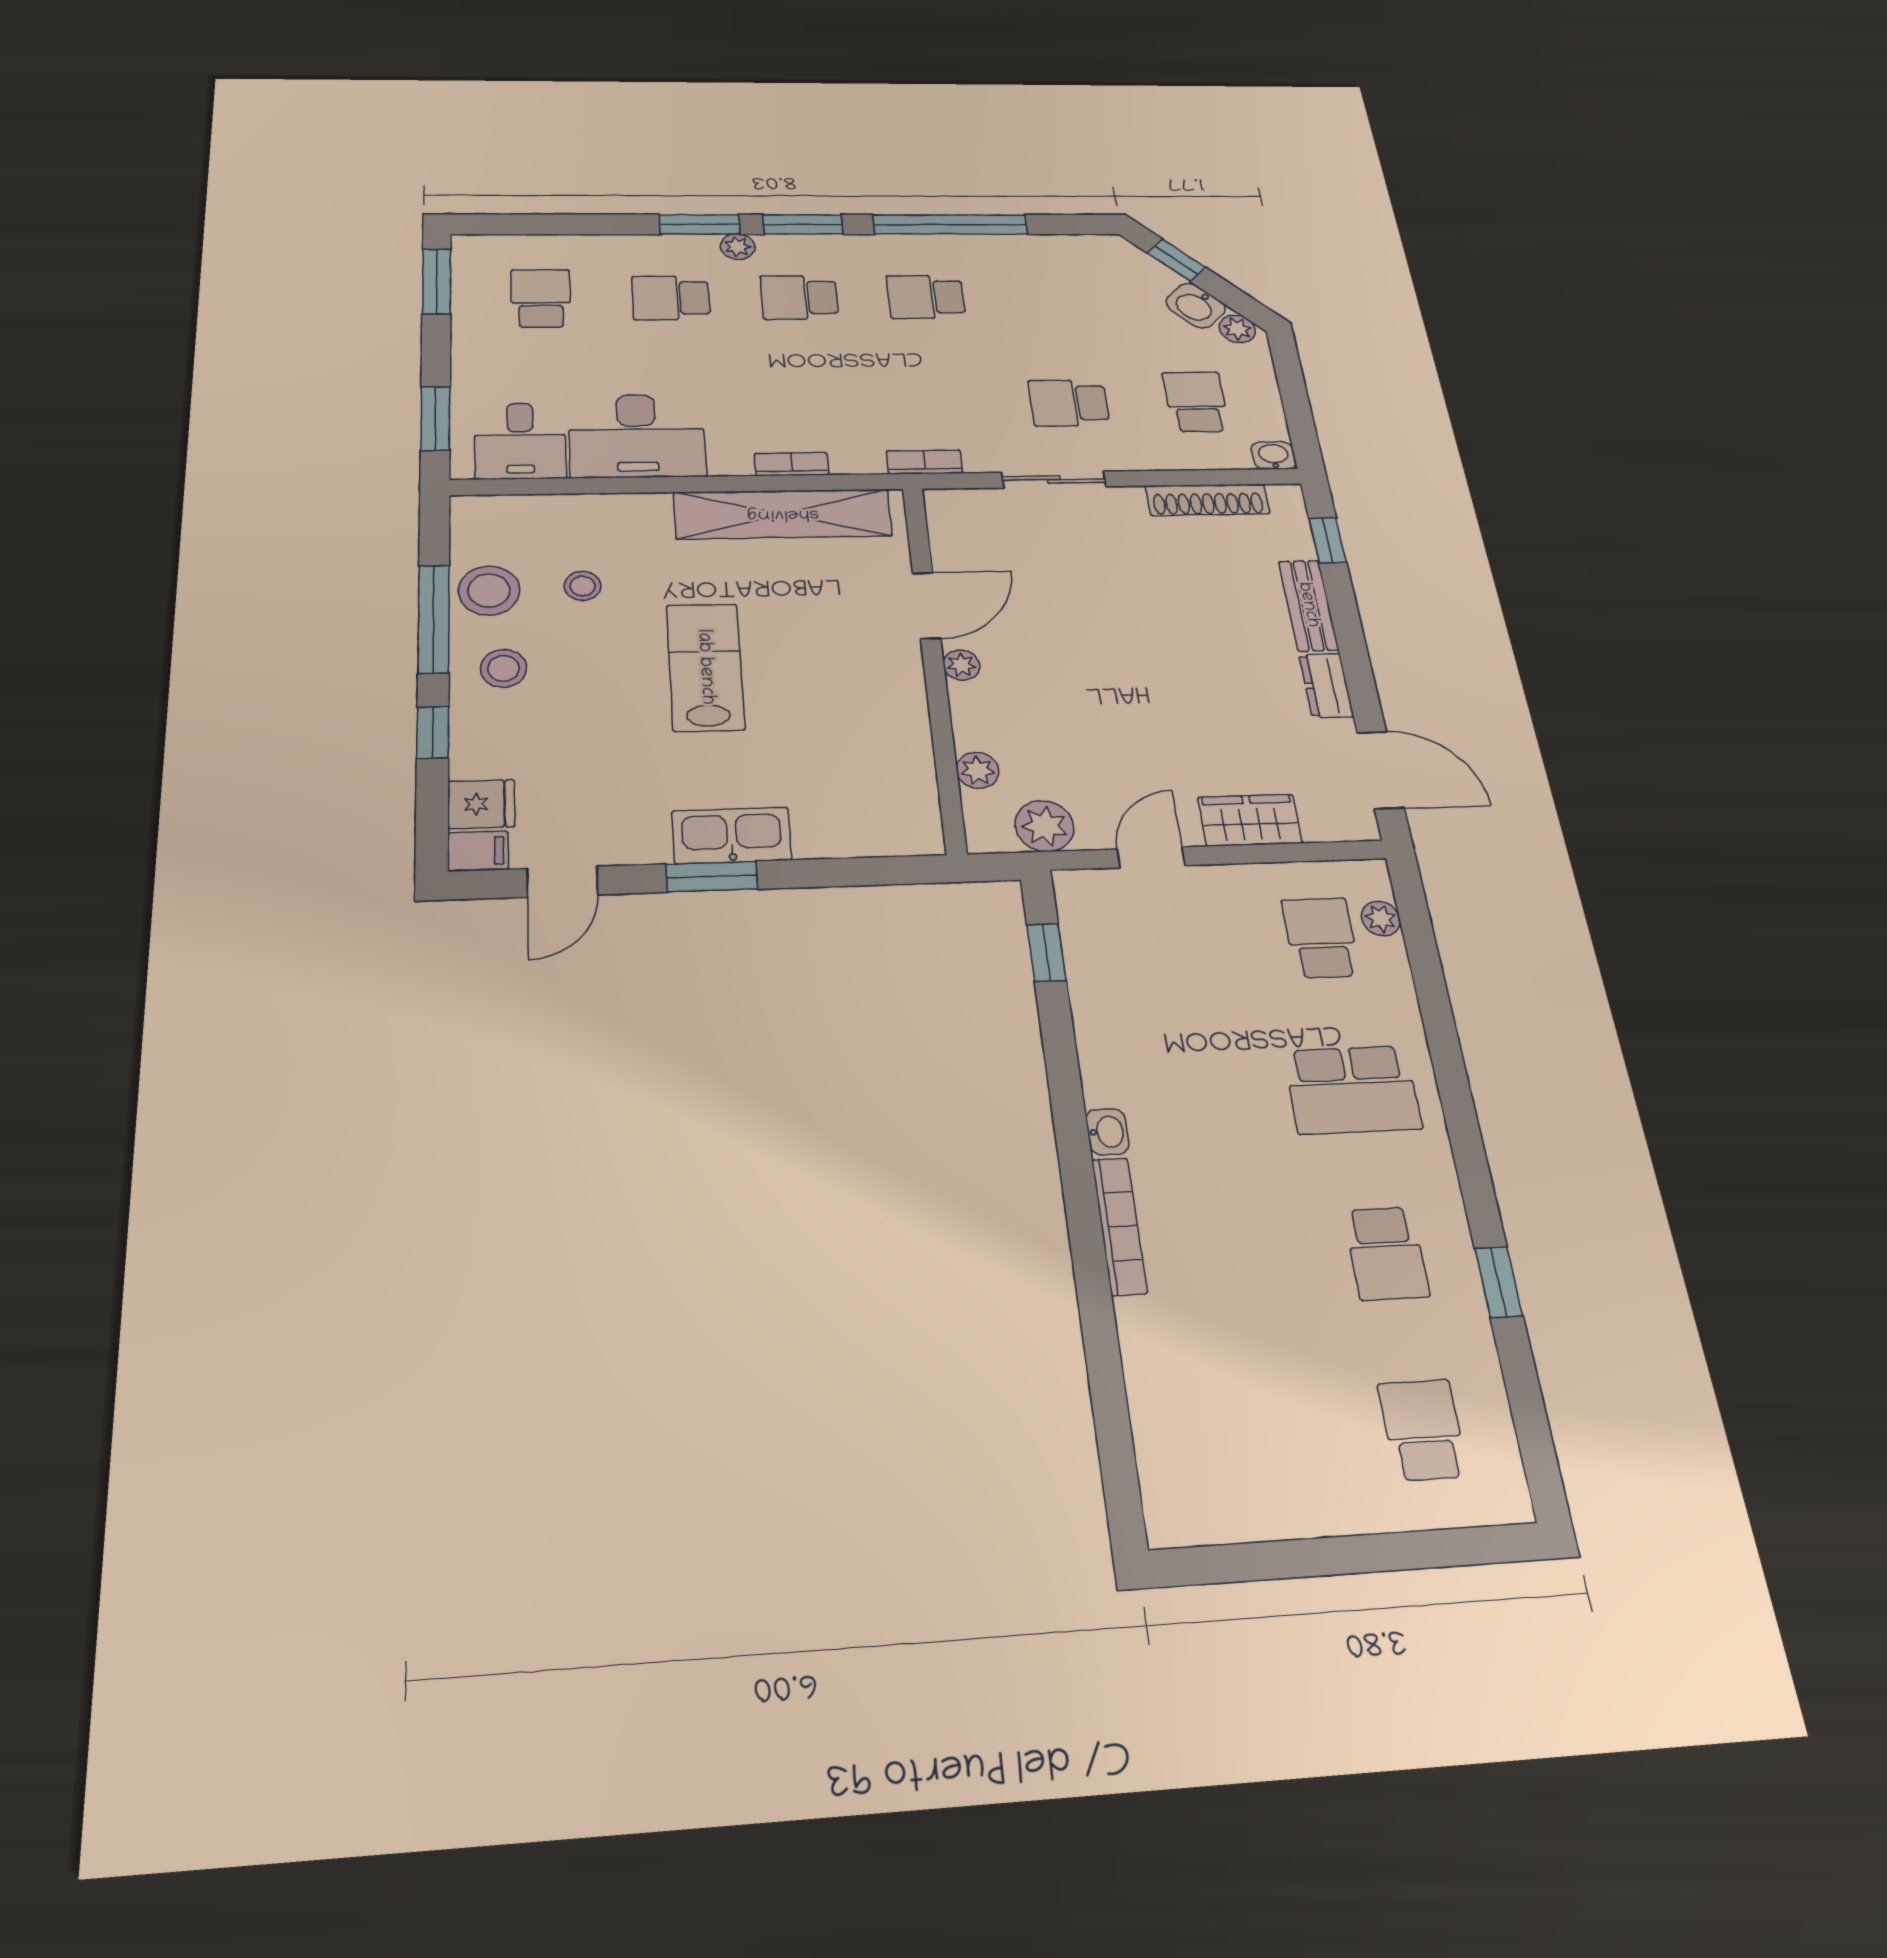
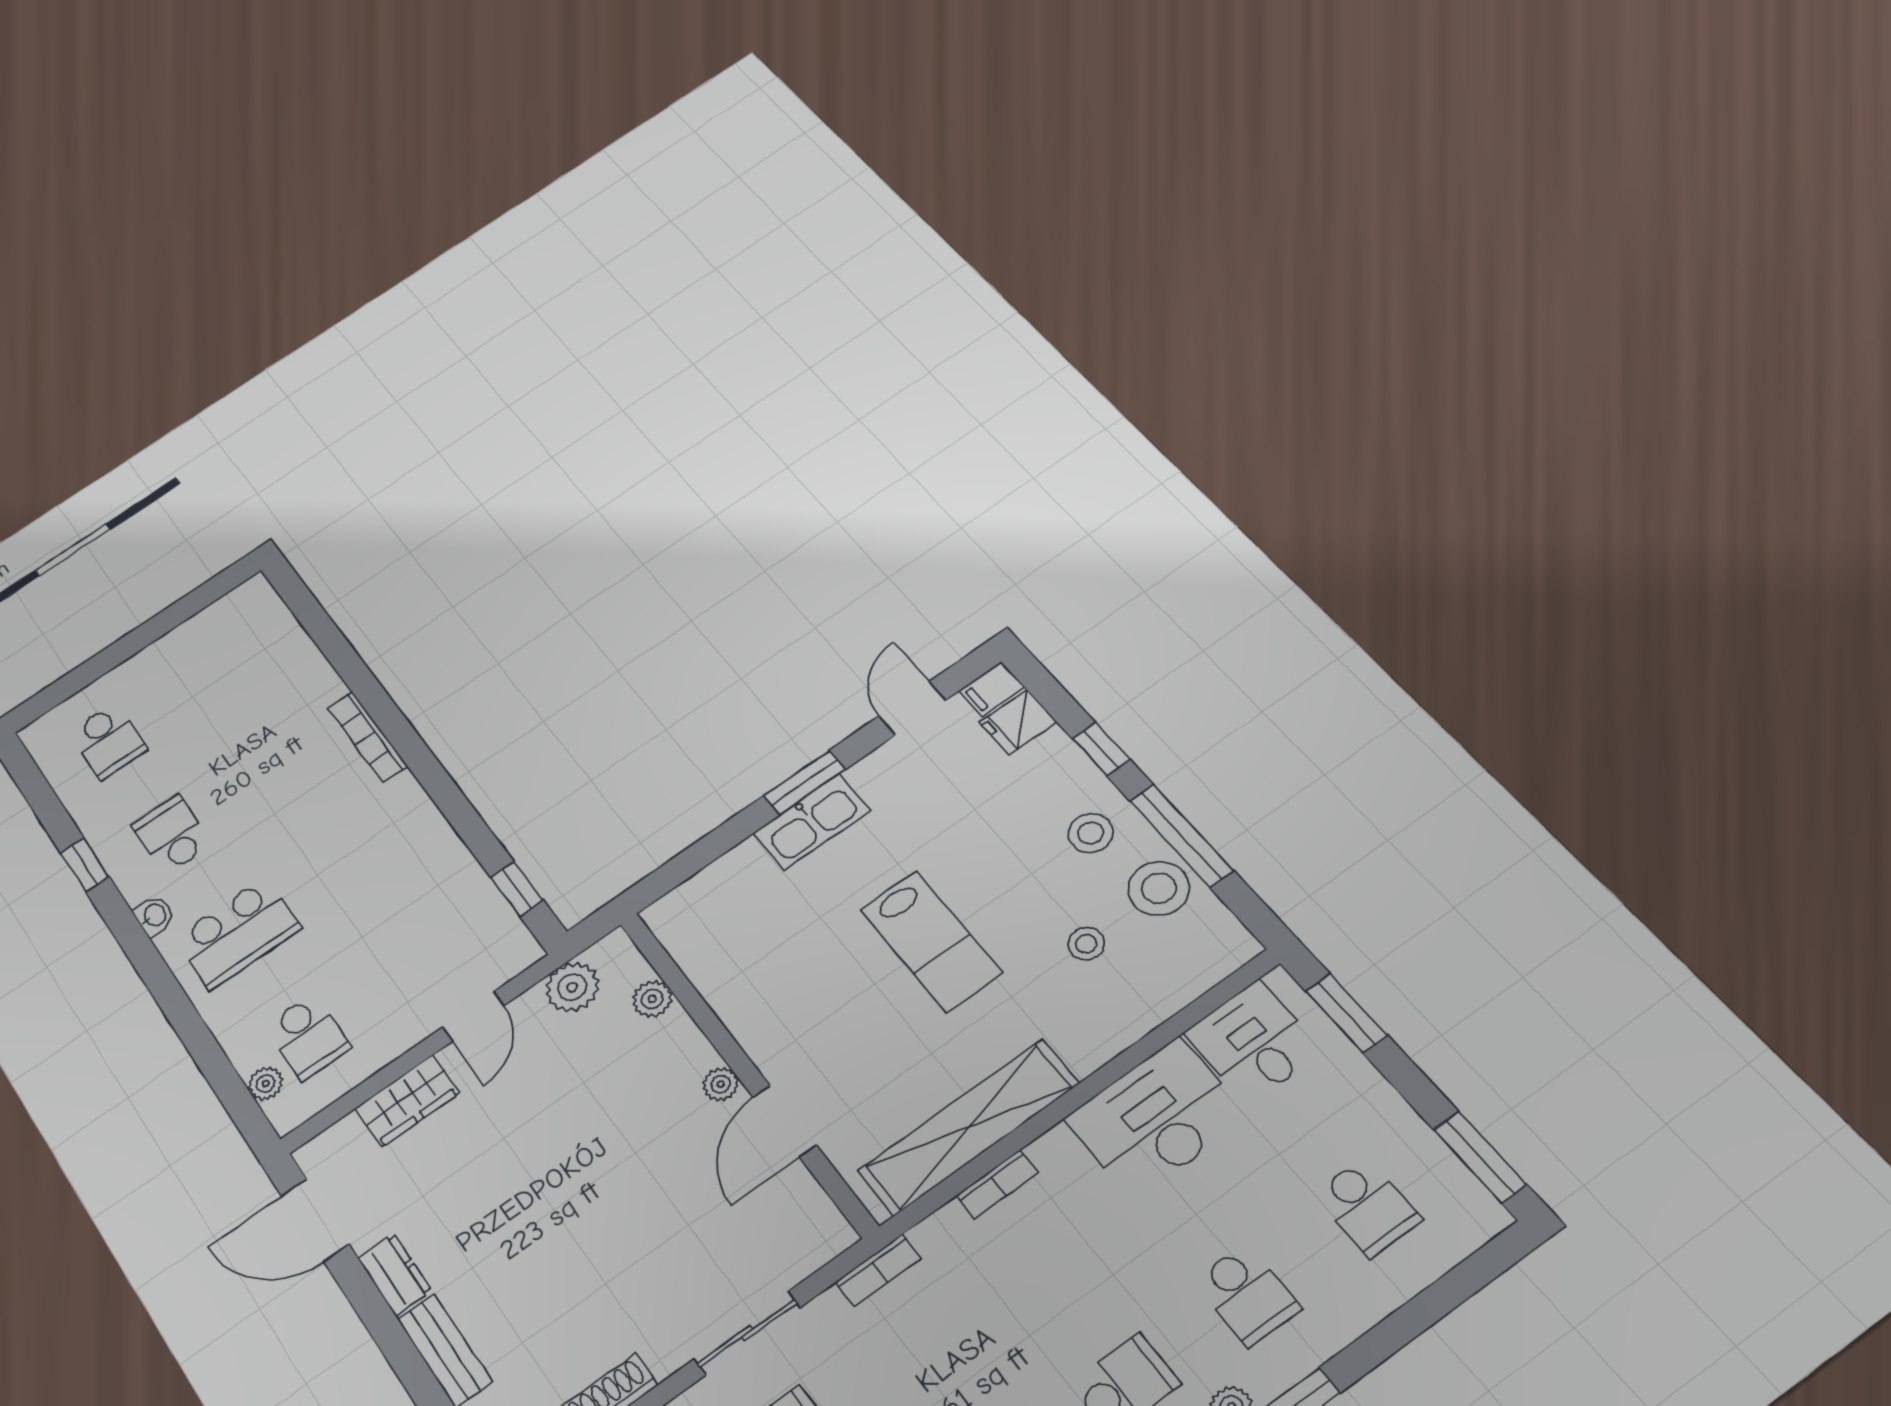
school desk: (671, 298) -> (1247, 1295), turned 90
school desk: (1352, 1090) -> (238, 933), turned 180
washbasin: (1107, 1132) -> (154, 915), moved, turned 180

